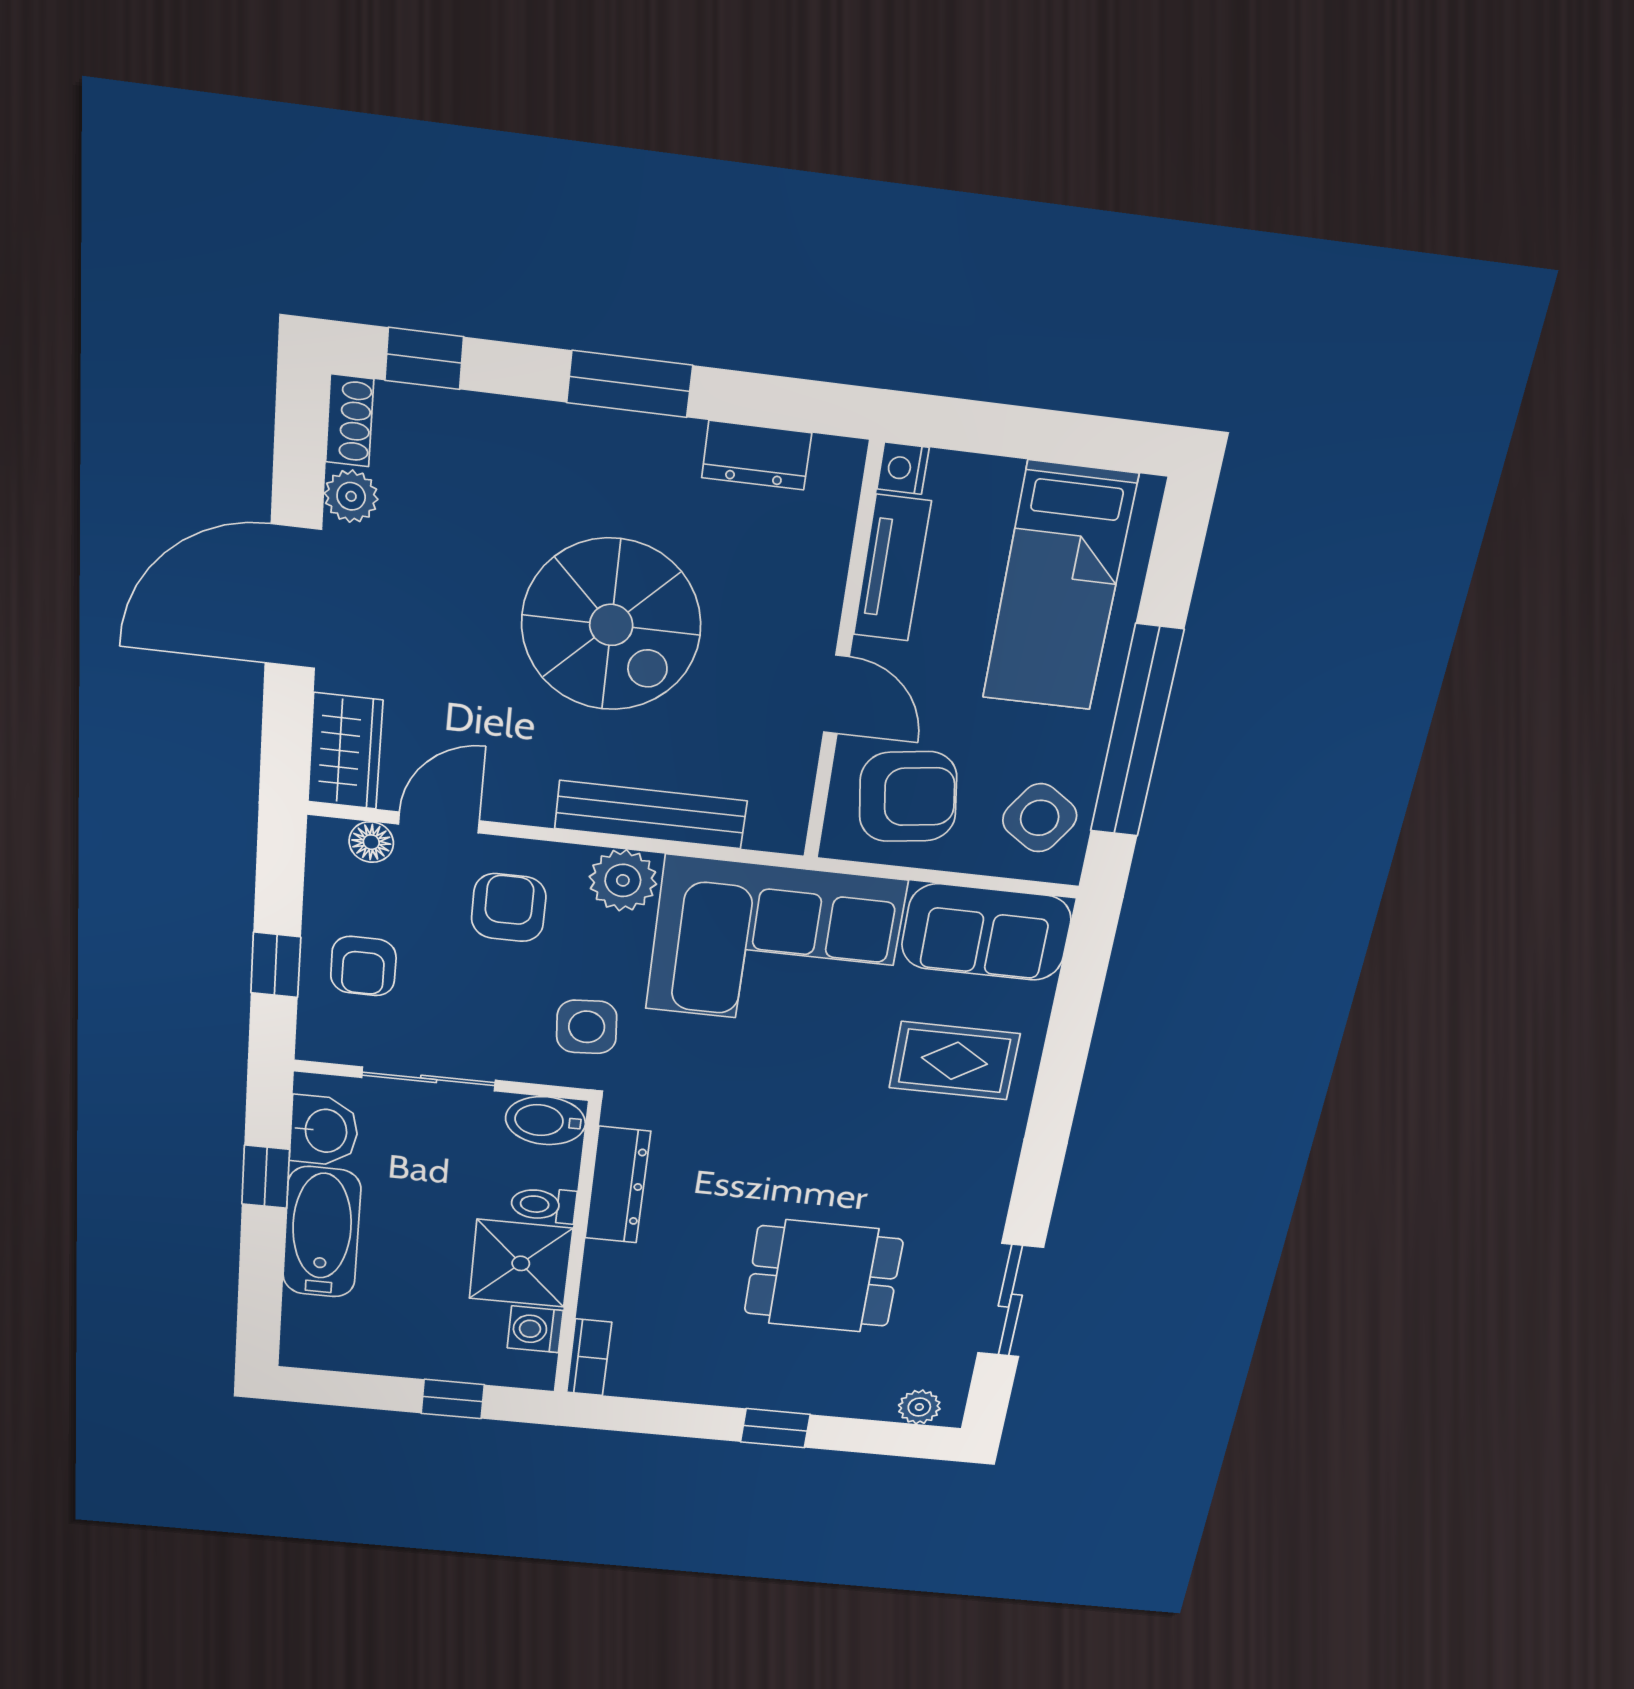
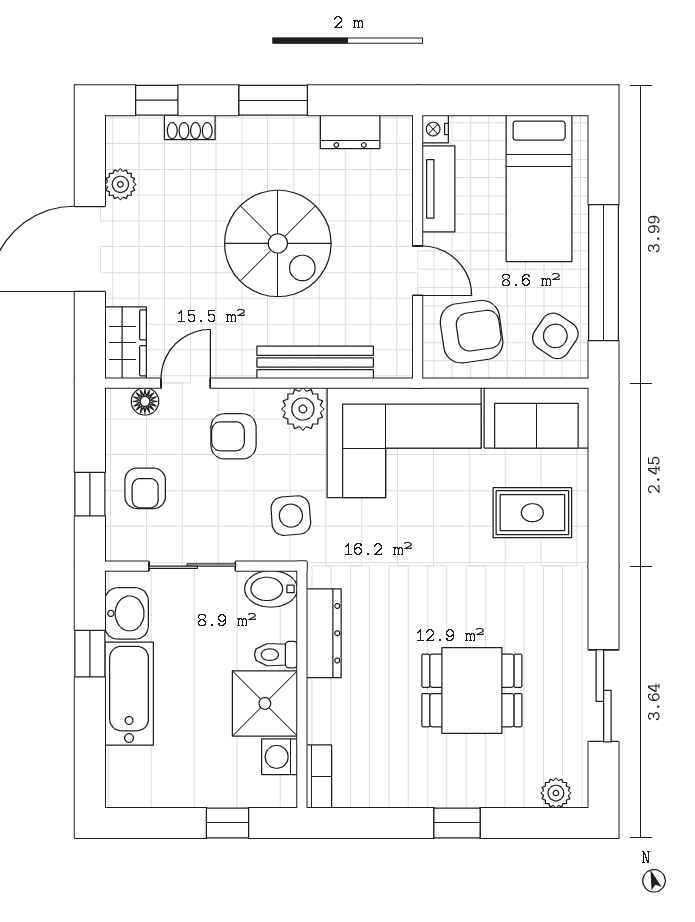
shoe rack: (350, 421) -> (190, 127), moved, turned 90
armchair: (509, 908) -> (233, 436), turned -90

